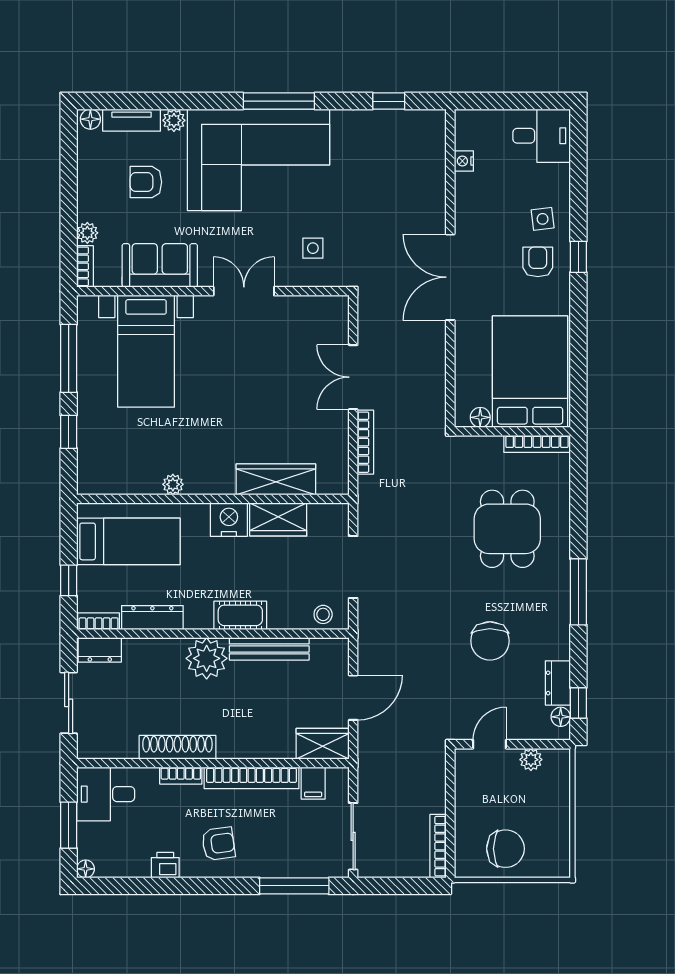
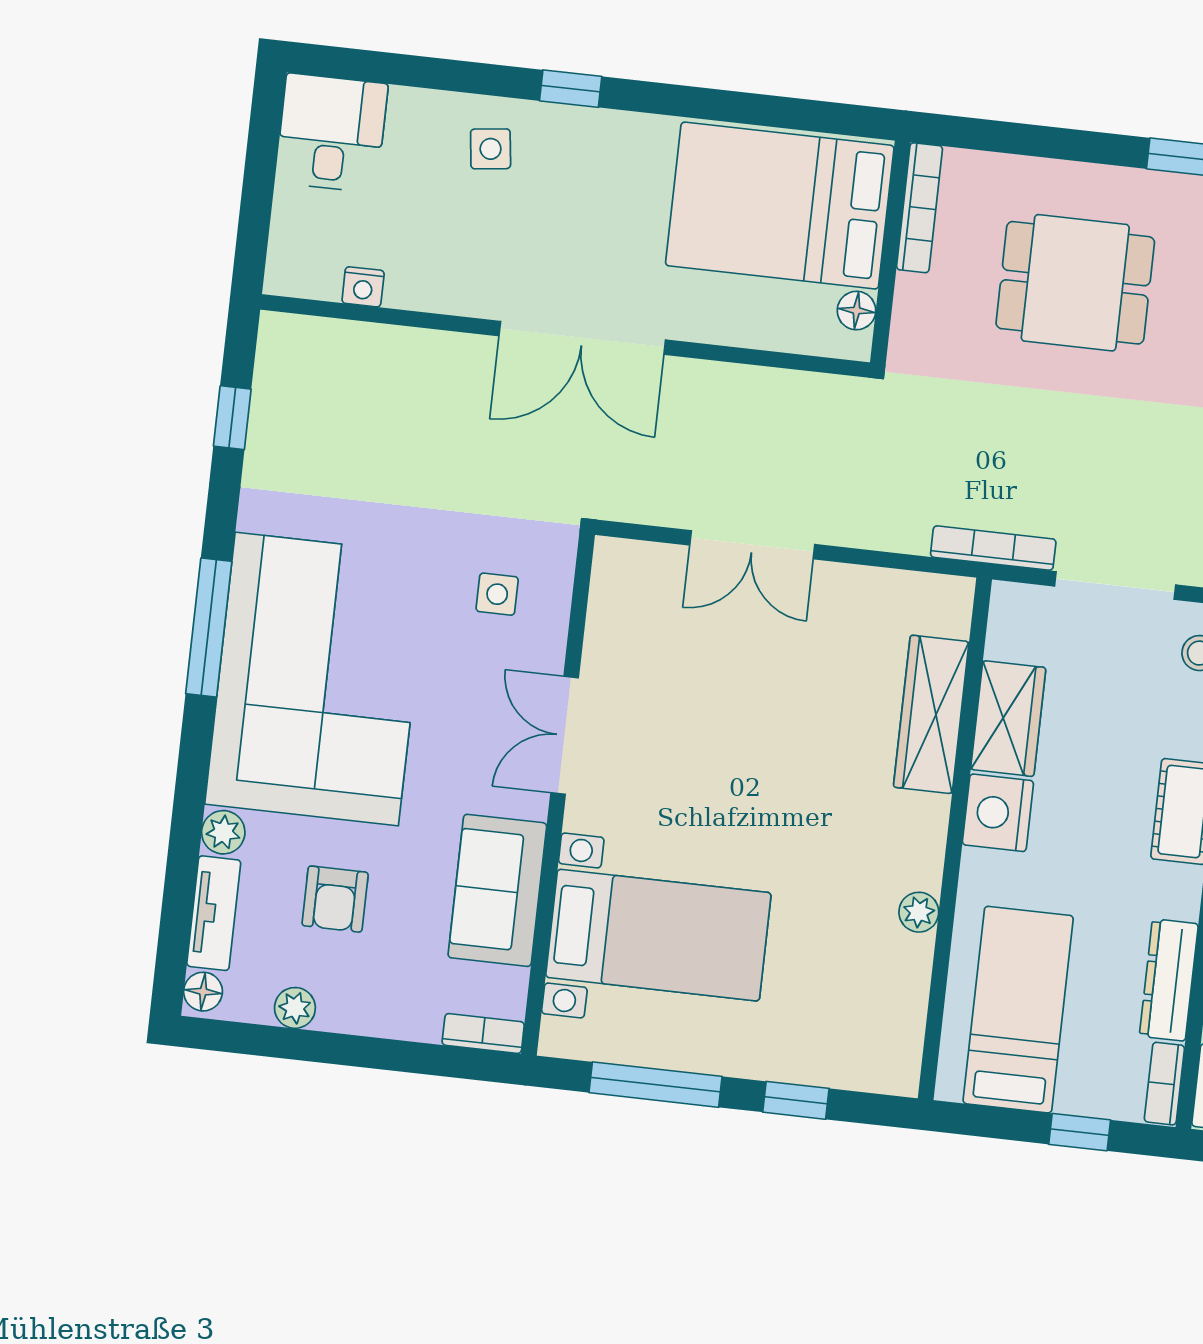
plant: (87, 233) -> (295, 1008), moved
armchair: (538, 262) -> (572, 167), removed
bookcase: (365, 442) -> (993, 548), moved

